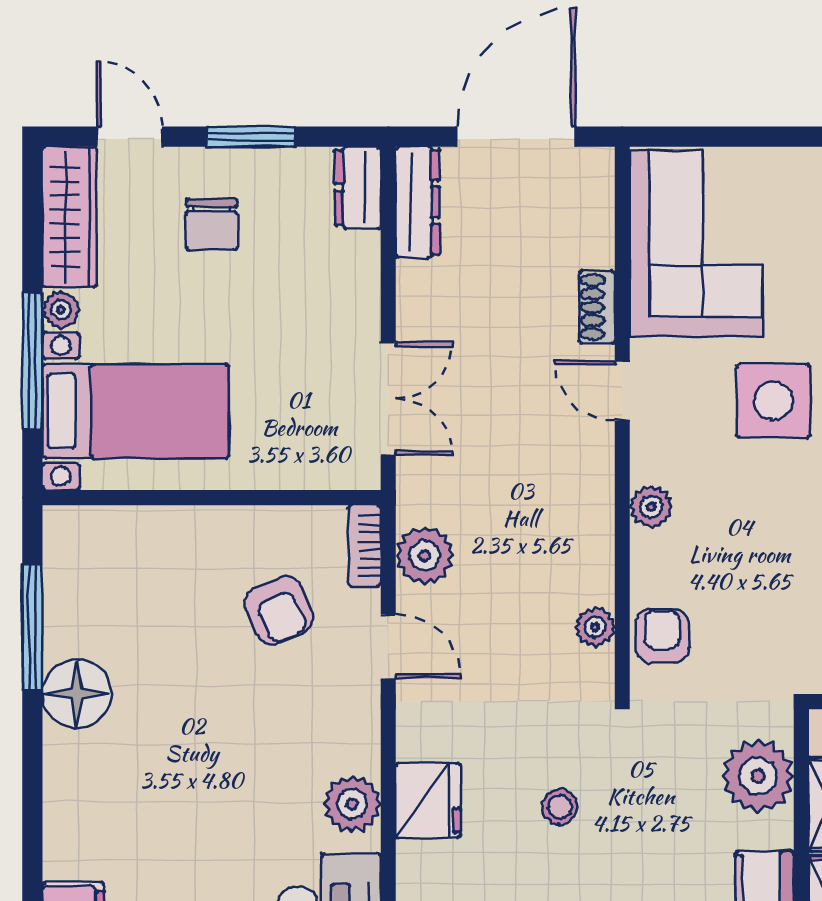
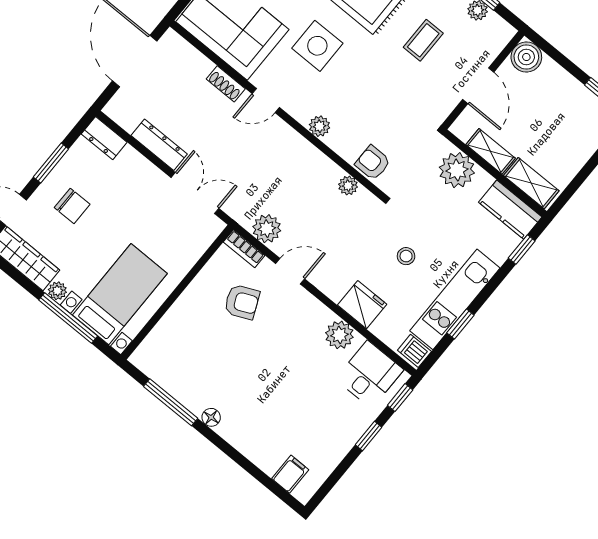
dresser: (417, 202) -> (159, 145), moved
floor lamp: (77, 694) -> (211, 417), width x0.53, depth x0.53

